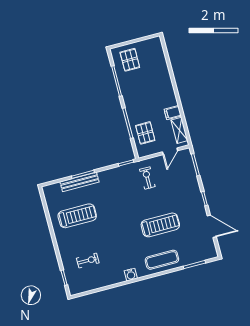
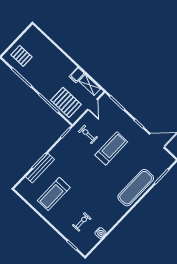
pallet: (145, 133) -> (66, 102), width x1.50, depth x1.42
treadmill: (77, 216) -> (54, 194), turned 180
treadmill: (160, 225) -> (111, 148), moved
exercise mat: (162, 260) -> (136, 188), width x1.36, depth x1.45
water cooler: (131, 275) -> (100, 233), moved

